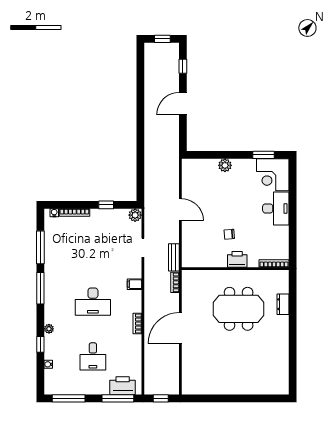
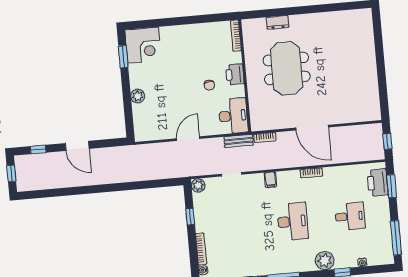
desk: (276, 208) -> (233, 116), moved, turned 90
plant: (49, 329) -> (325, 261), width x1.87, depth x1.87
window: (118, 398) -> (391, 186), width x0.69

